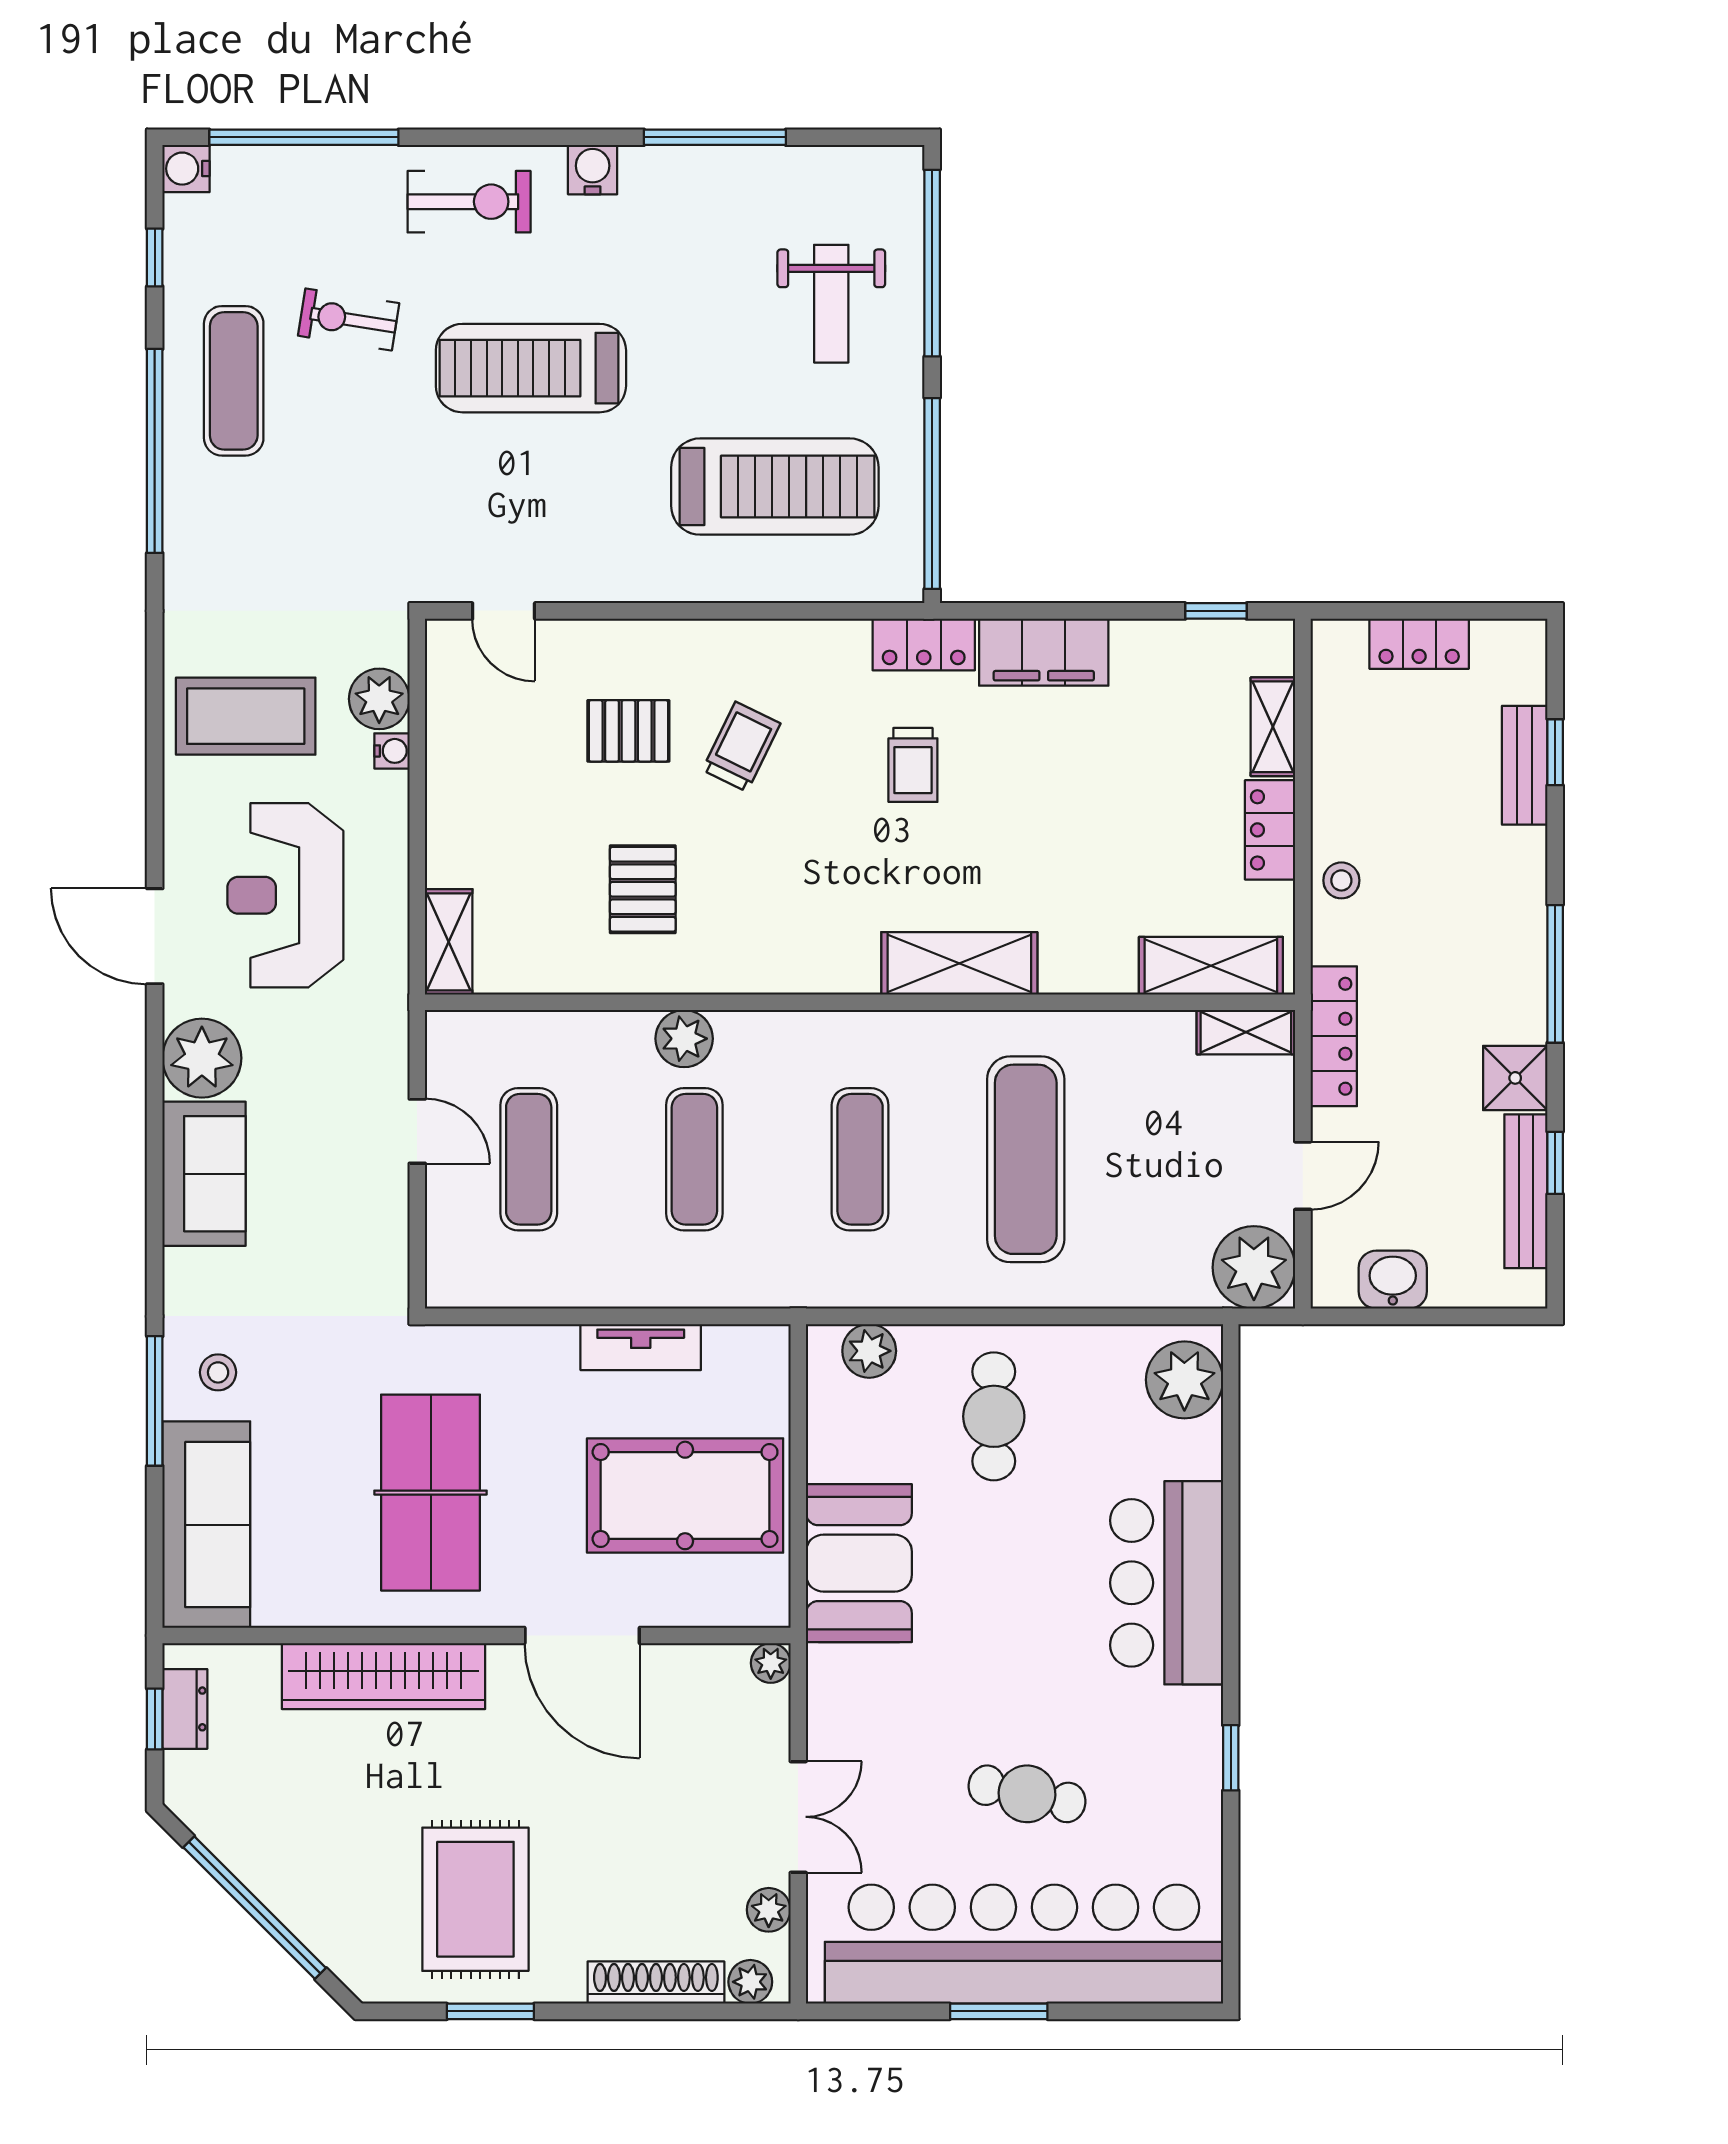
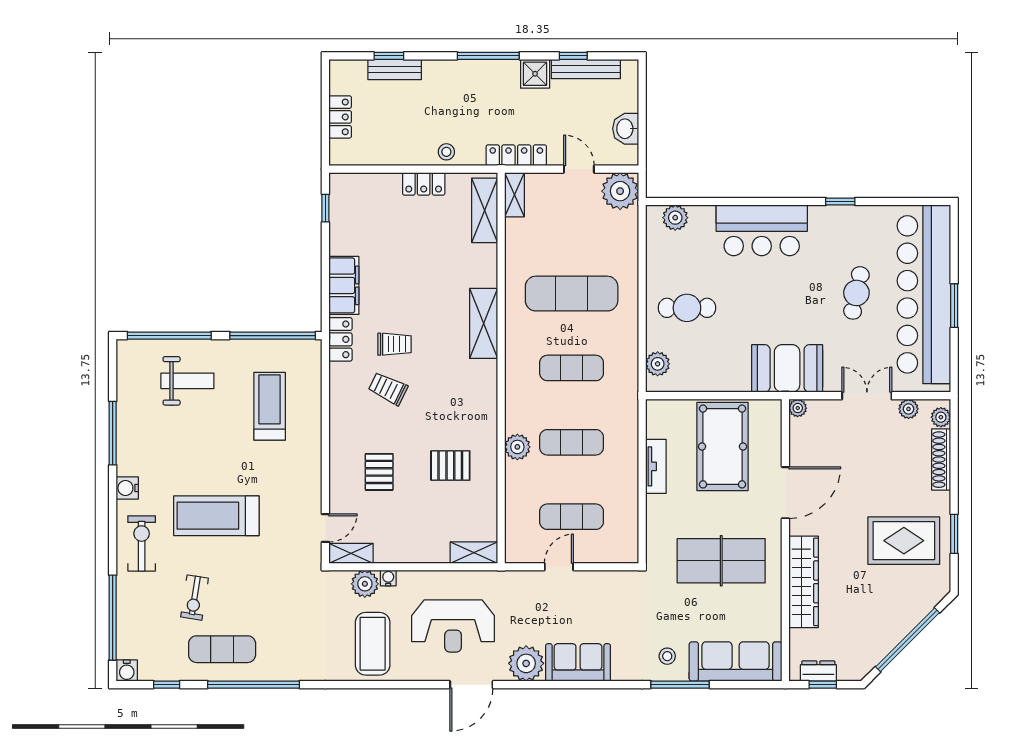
treadmill: (531, 368) -> (216, 516), turned 90
treadmill: (775, 487) -> (270, 406), width x0.73, depth x0.73
shelving: (1273, 727) -> (351, 553), moved
trolley: (741, 747) -> (388, 389), moved
plant: (1184, 1380) -> (675, 218), width x0.73, depth x0.73
booth: (859, 1563) -> (787, 368), moved

